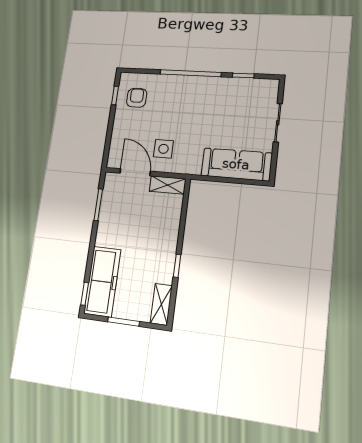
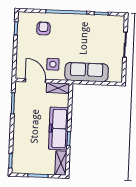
armchair: (137, 98) -> (43, 28), moved
sofa: (236, 164) -> (87, 72), moved
freezer: (102, 281) -> (59, 129), moved, turned 180

